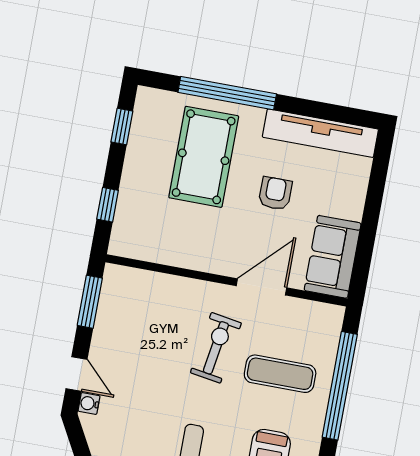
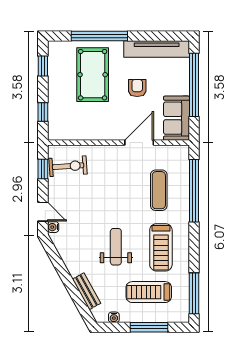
window: (373, 206) -> (194, 85), added
window: (90, 302) -> (43, 169), width x0.67
exercise bike: (216, 348) -> (68, 166), moved, turned 77
exercise mat: (280, 374) -> (159, 190), turned 90

